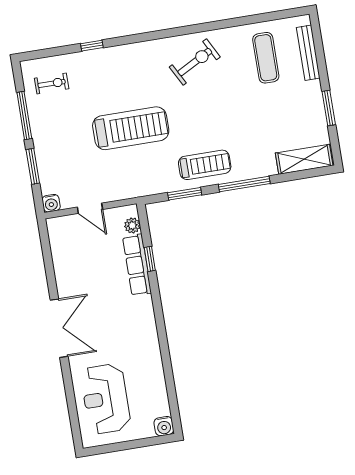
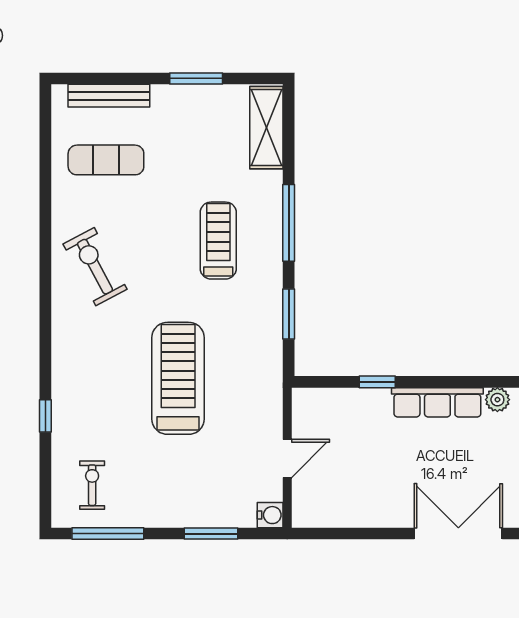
window: (24, 115) -> (108, 534), moved
treadmill: (205, 165) -> (218, 241), moved
plant: (132, 225) -> (497, 400), moved
row of seats: (137, 265) -> (437, 402), moved

